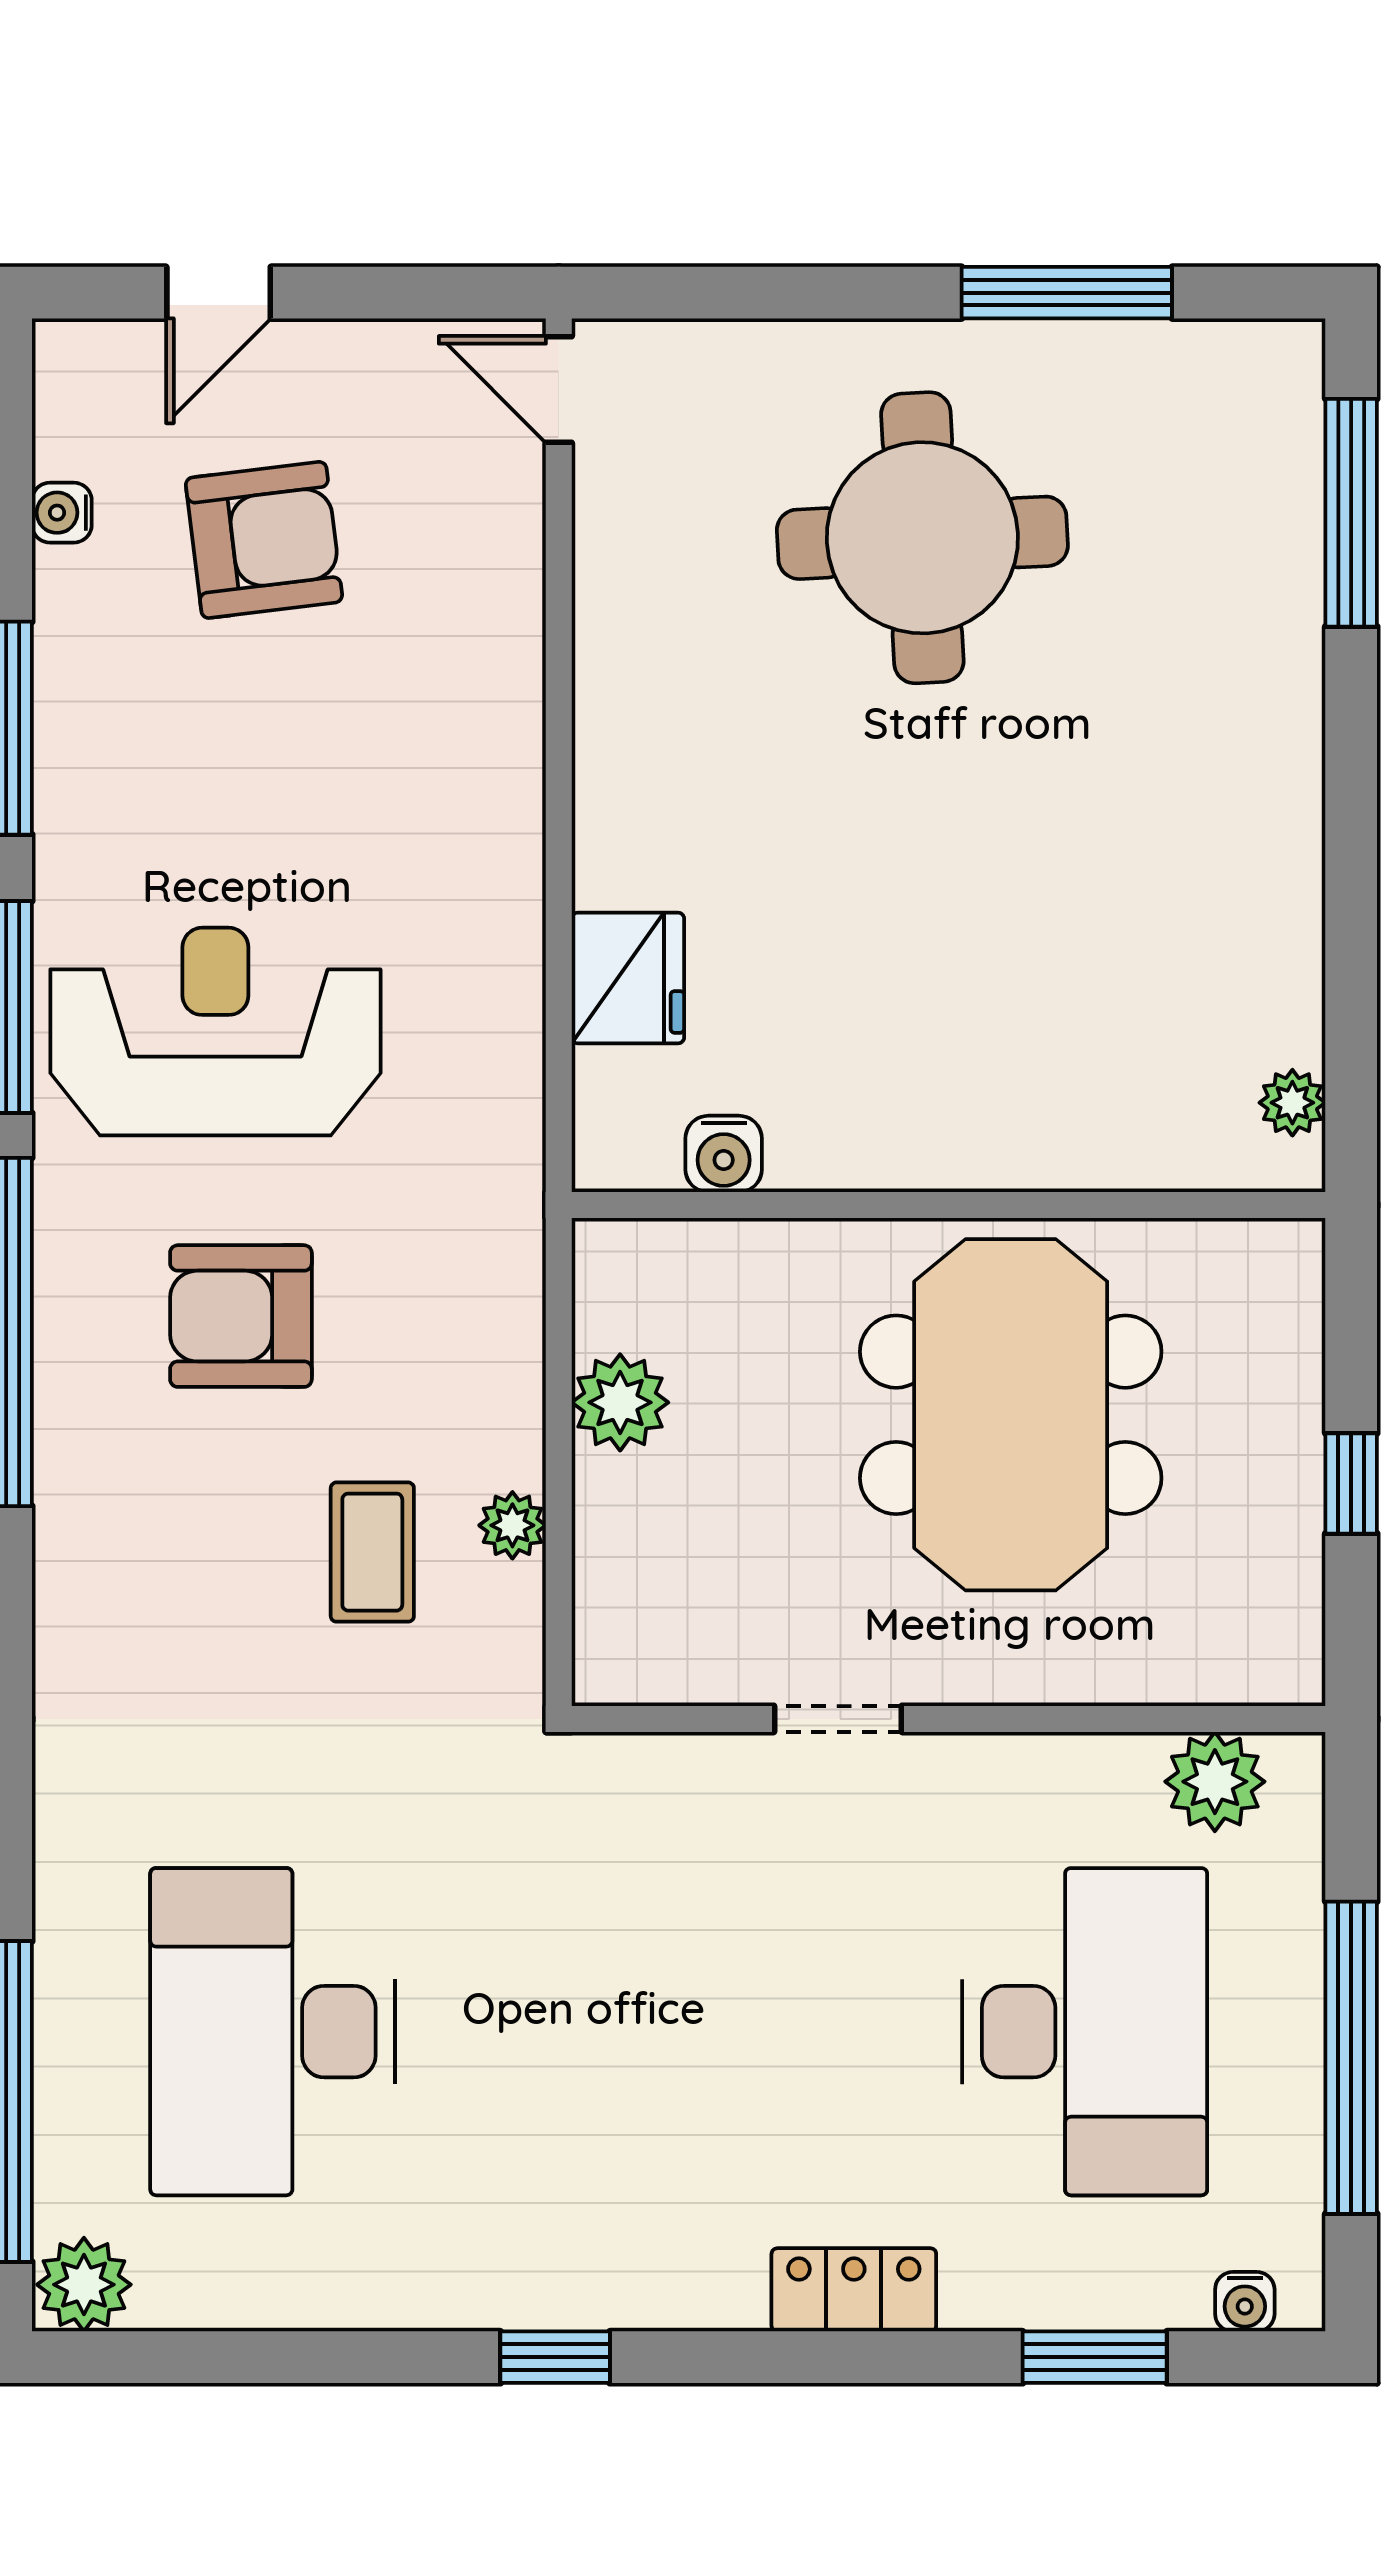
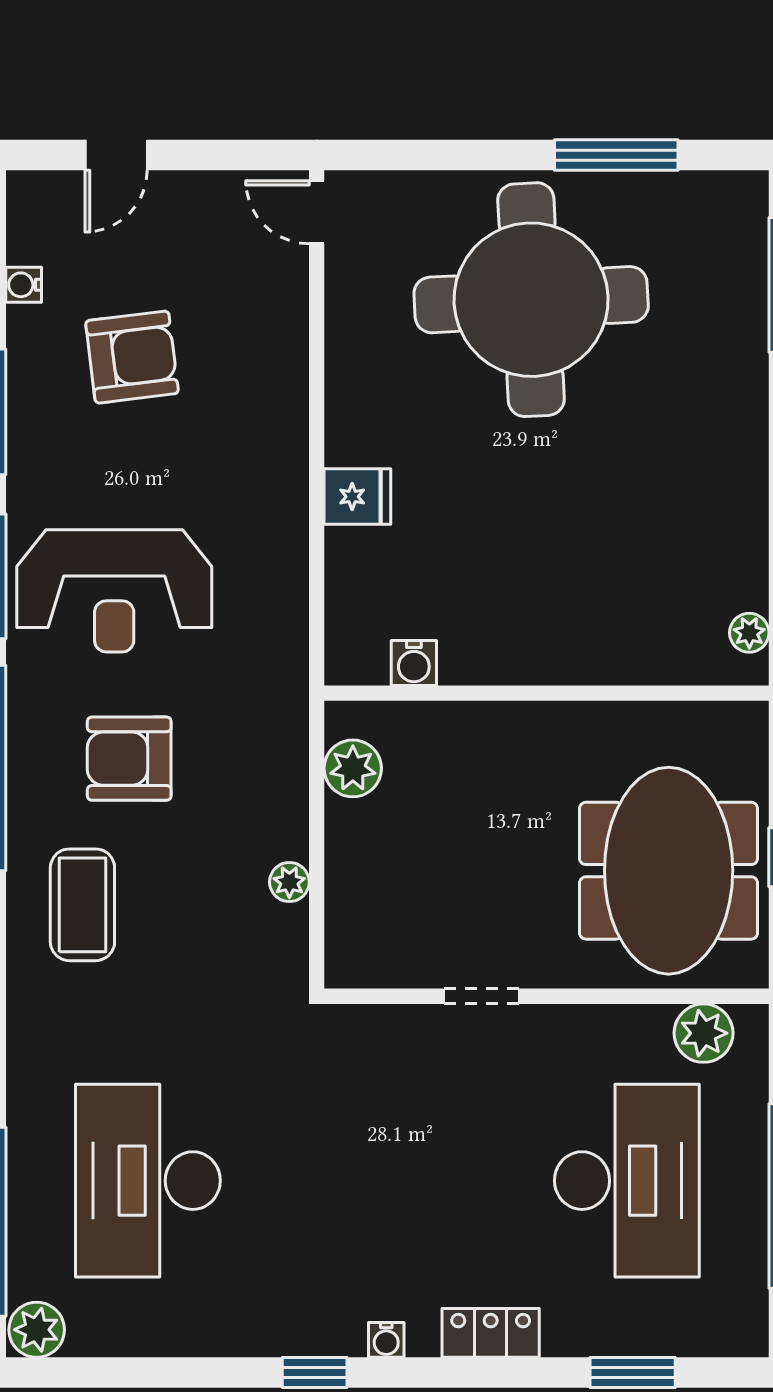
round table: (922, 538) -> (531, 300), width x1.36, depth x1.36
armchair: (264, 540) -> (132, 357), moved
fridge: (628, 978) -> (357, 497), moved, width x0.72
reception desk: (215, 1032) -> (114, 591), turned 180
plant: (620, 1402) -> (353, 768), moved
meeting table: (1011, 1415) -> (669, 871), moved
coffee table: (372, 1552) -> (82, 905), moved, width x1.36, depth x1.30
water cooler: (1245, 2302) -> (386, 1340), moved

